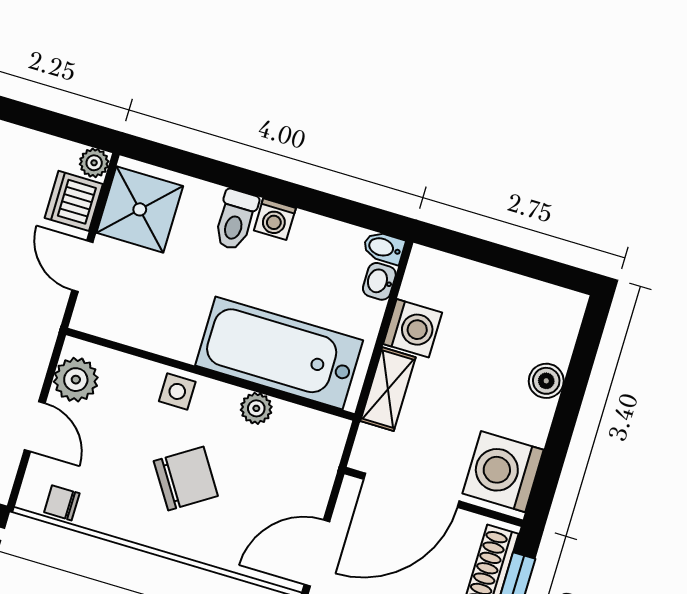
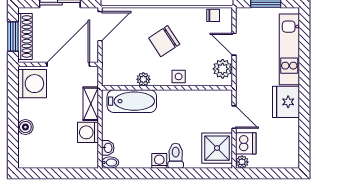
bathtub: (279, 353) -> (132, 101), width x0.73, depth x0.73

